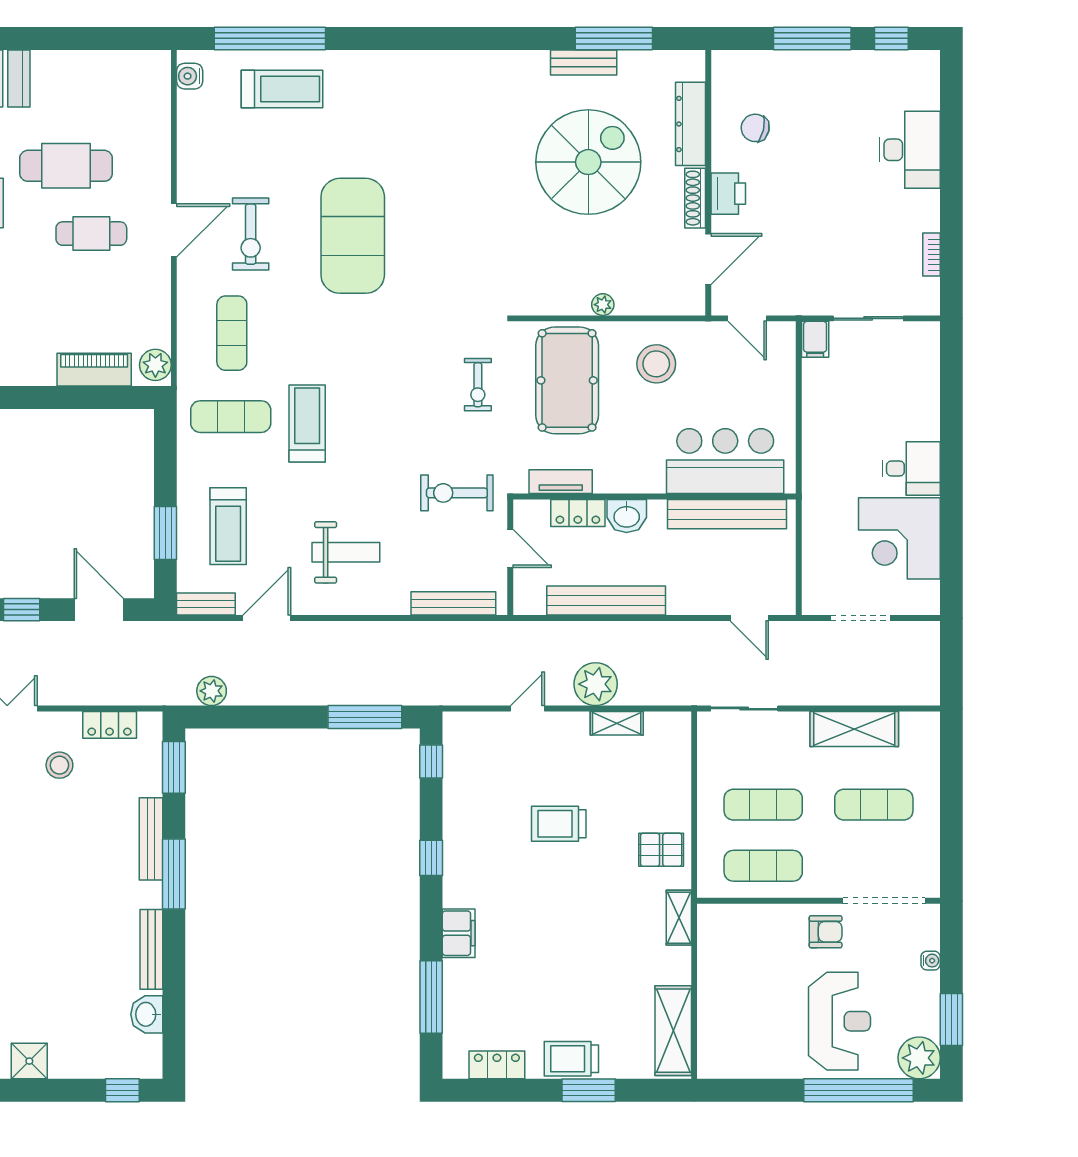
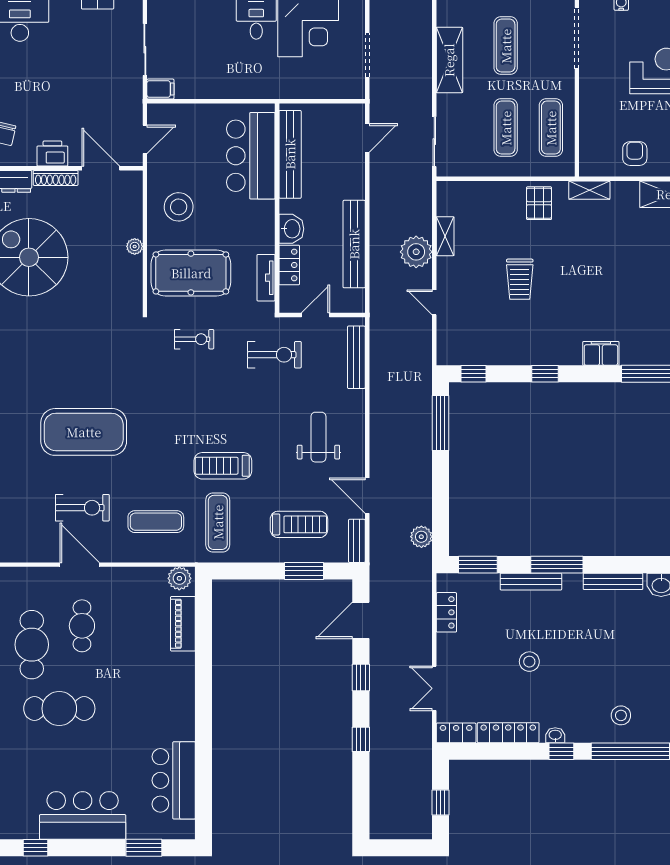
exercise bike: (457, 493) -> (274, 355), turned -90
stool: (59, 765) -> (529, 662), moved
armchair: (826, 932) -> (635, 154), moved

